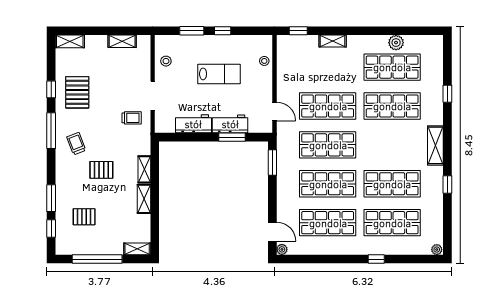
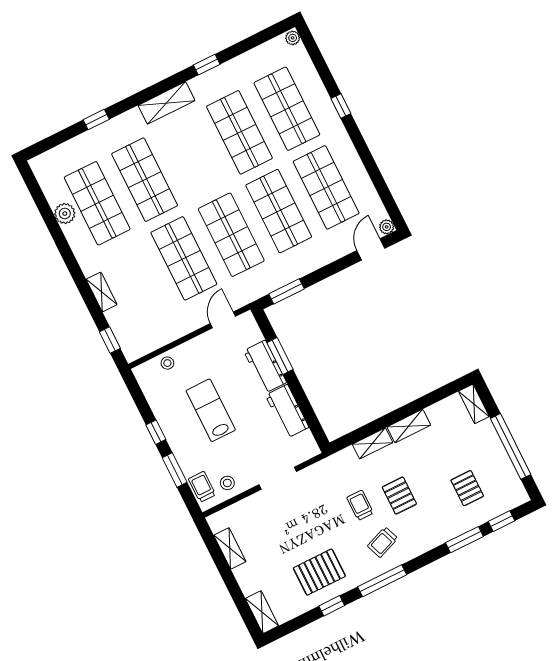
trolley: (172, 43) -> (202, 487), added
trolley: (132, 118) -> (360, 505), moved

